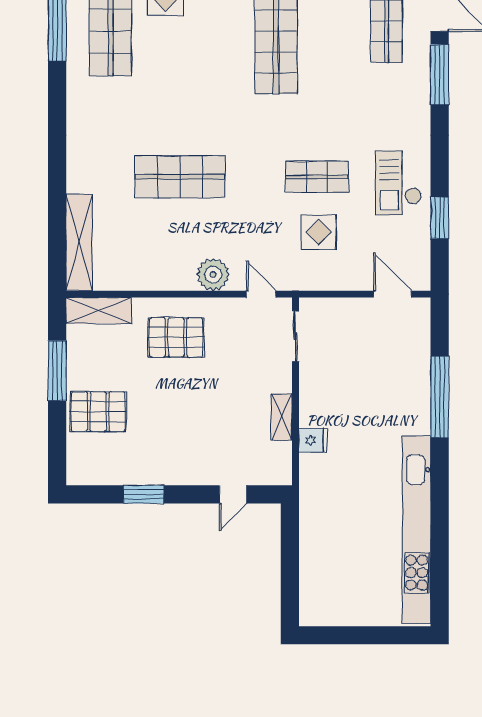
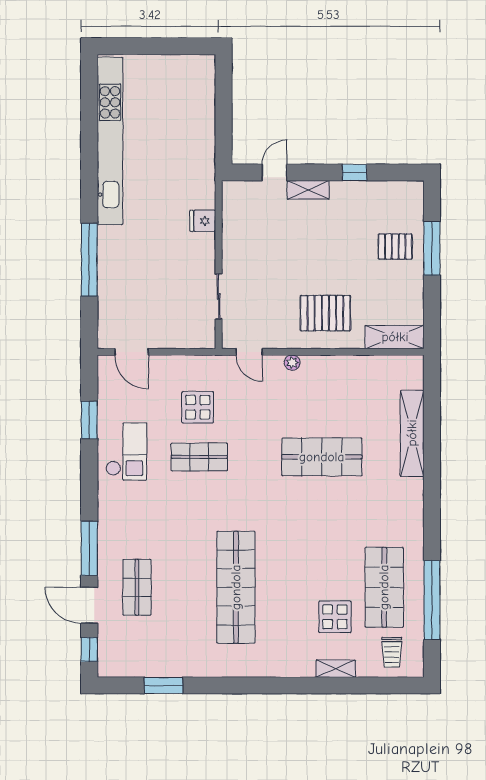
shelving: (79, 242) -> (412, 433), moved
plant: (213, 275) -> (292, 363), width x0.53, depth x0.53
sliding door: (295, 336) -> (219, 296), moved
window: (57, 371) -> (432, 248), moved
pallet: (98, 412) -> (395, 247), width x0.67, depth x0.71
shelving: (282, 417) -> (308, 190), moved, turned 90
window: (144, 494) -> (355, 172), width x0.67

